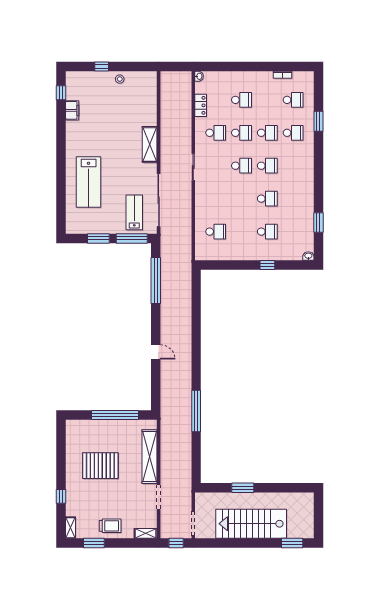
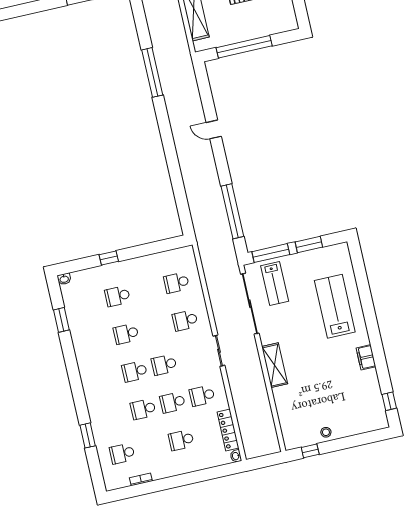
window: (102, 66) -> (310, 451), moved
locker: (201, 105) -> (228, 430), width x1.53
filing cabinet: (72, 110) -> (366, 357), moved
school desk: (293, 133) -> (185, 320), moved

